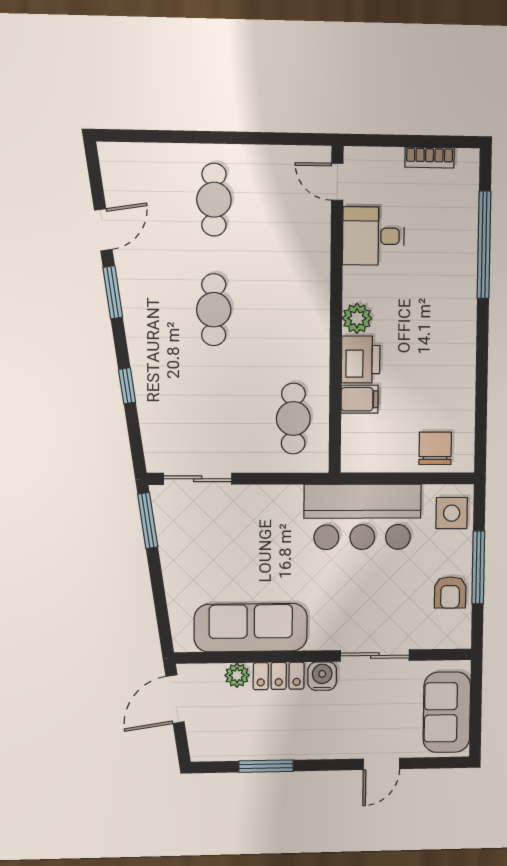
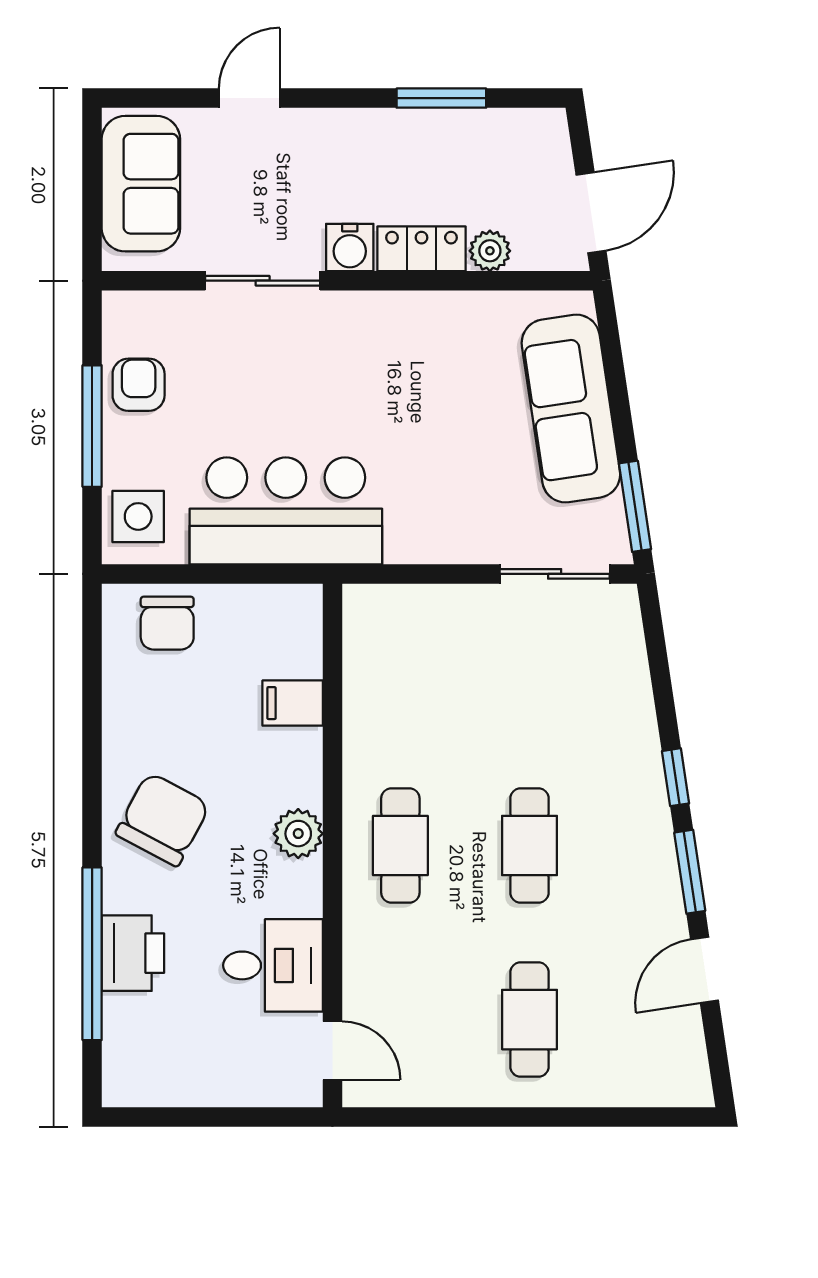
bookcase: (430, 158) -> (183, 1091), removed
chair: (440, 328) -> (163, 819), added
printer: (361, 359) -> (133, 953), moved, turned 180
window: (127, 386) -> (676, 777), moved
cafe table: (293, 419) -> (400, 845), moved
sofa: (251, 628) -> (571, 409), moved, turned 81

